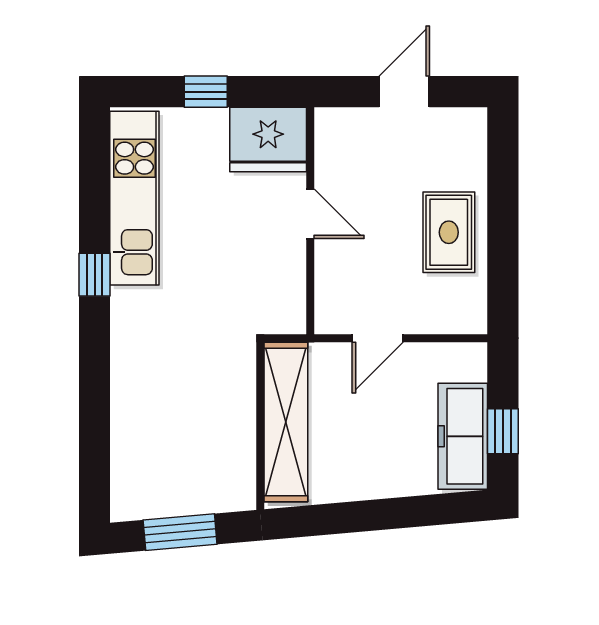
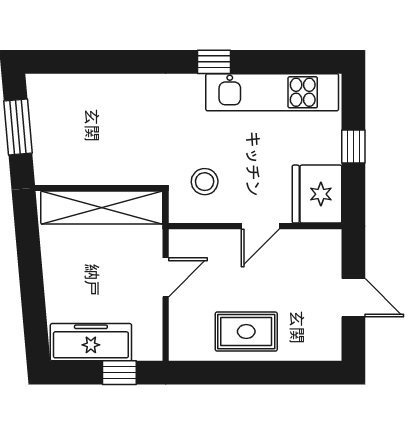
stool: (252, 287) -> (205, 182), added
door: (378, 338) -> (166, 277), swing flipped
window: (503, 431) -> (119, 373), moved

